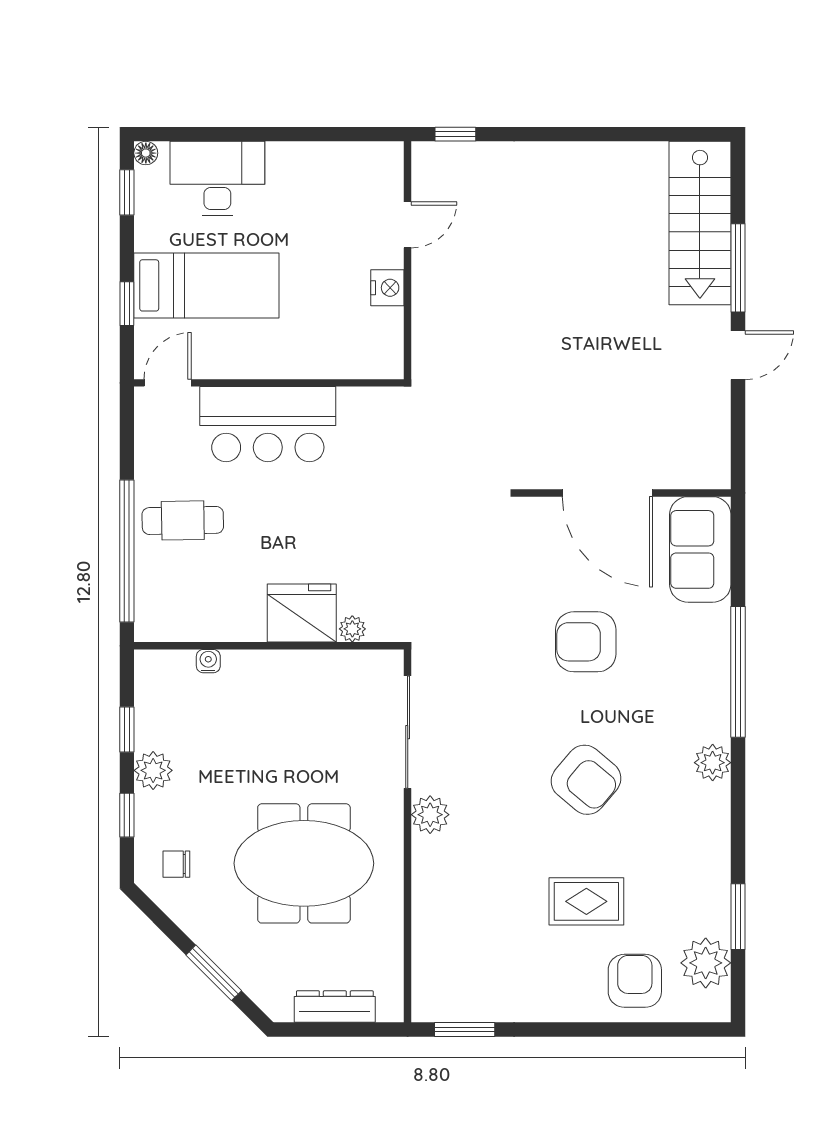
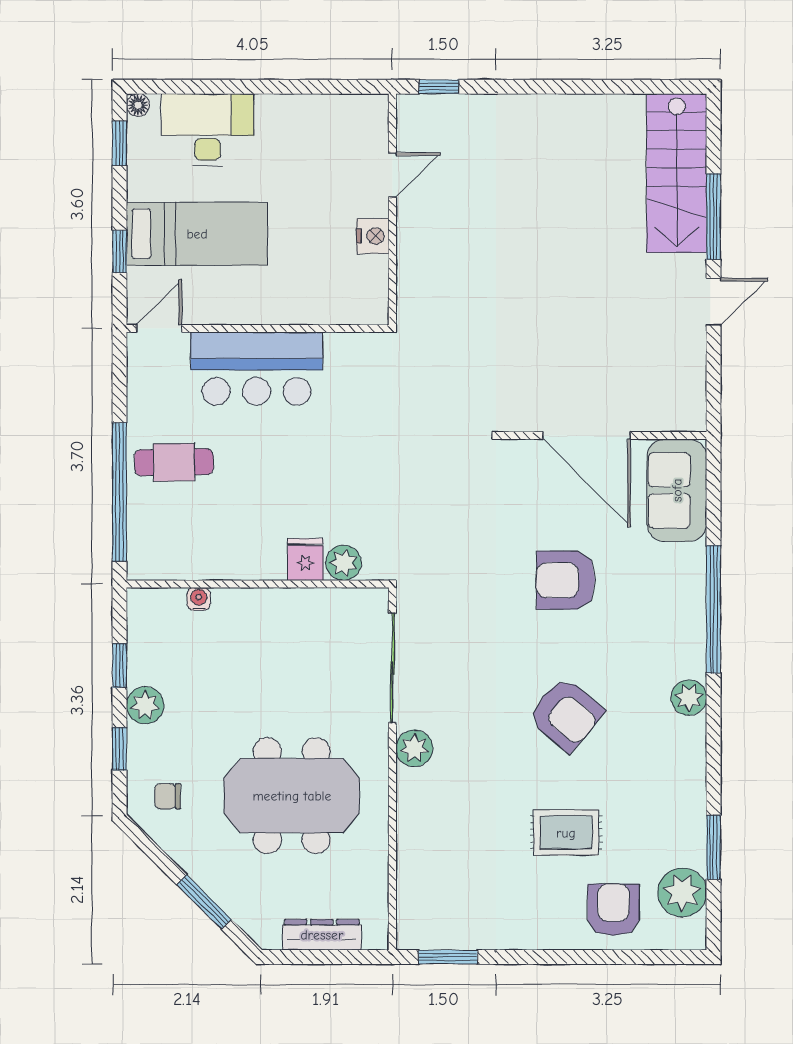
fridge: (302, 613) -> (305, 559), width x0.53, depth x0.75
plant: (352, 629) -> (344, 563), width x1.38, depth x1.38

